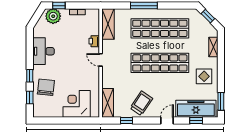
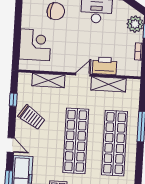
shelving: (108, 24) -> (108, 84), moved
printer: (94, 41) -> (105, 66), width x1.87, depth x1.48
shelving: (108, 103) -> (48, 80), moved

